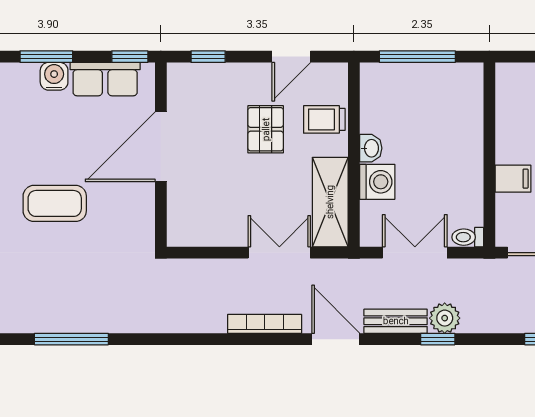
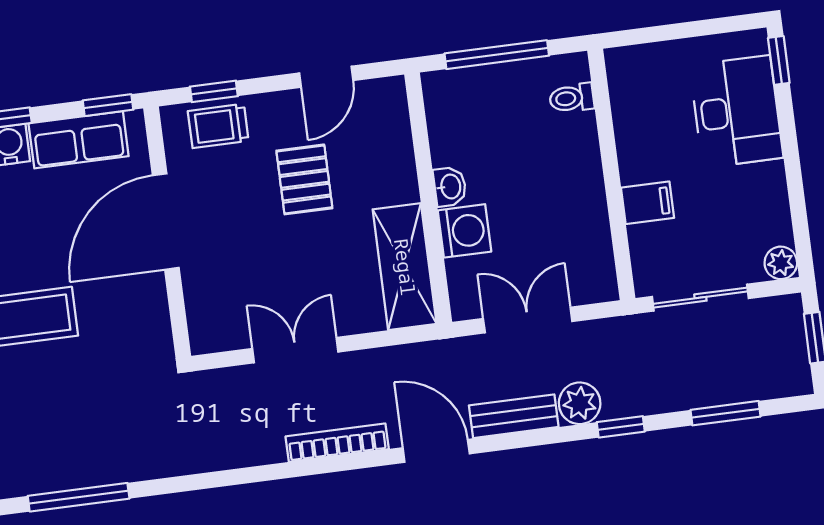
trolley: (324, 119) -> (218, 126), moved
toilet: (468, 237) -> (572, 98), moved
double door: (279, 253) -> (295, 350), moved
window: (438, 339) -> (621, 427), moved

